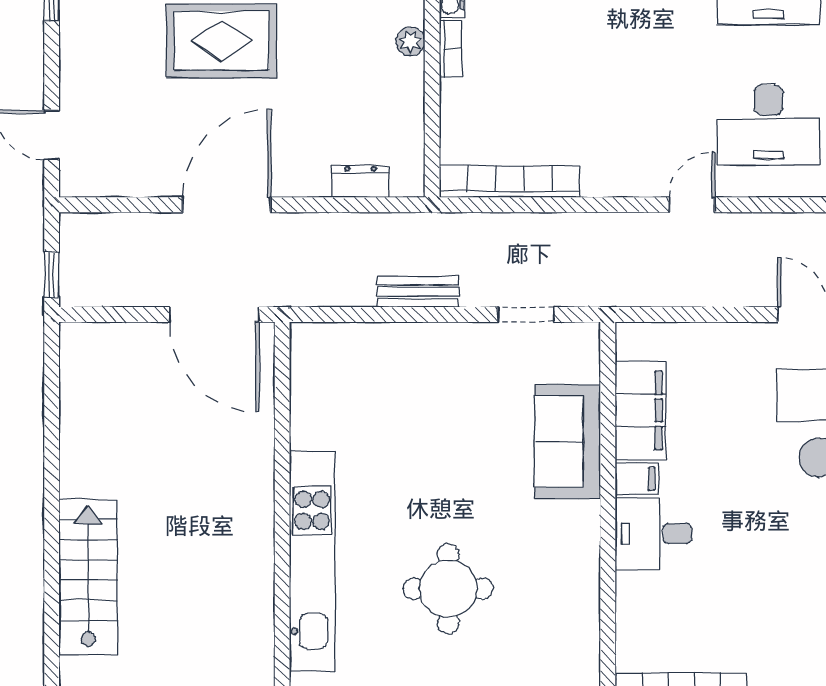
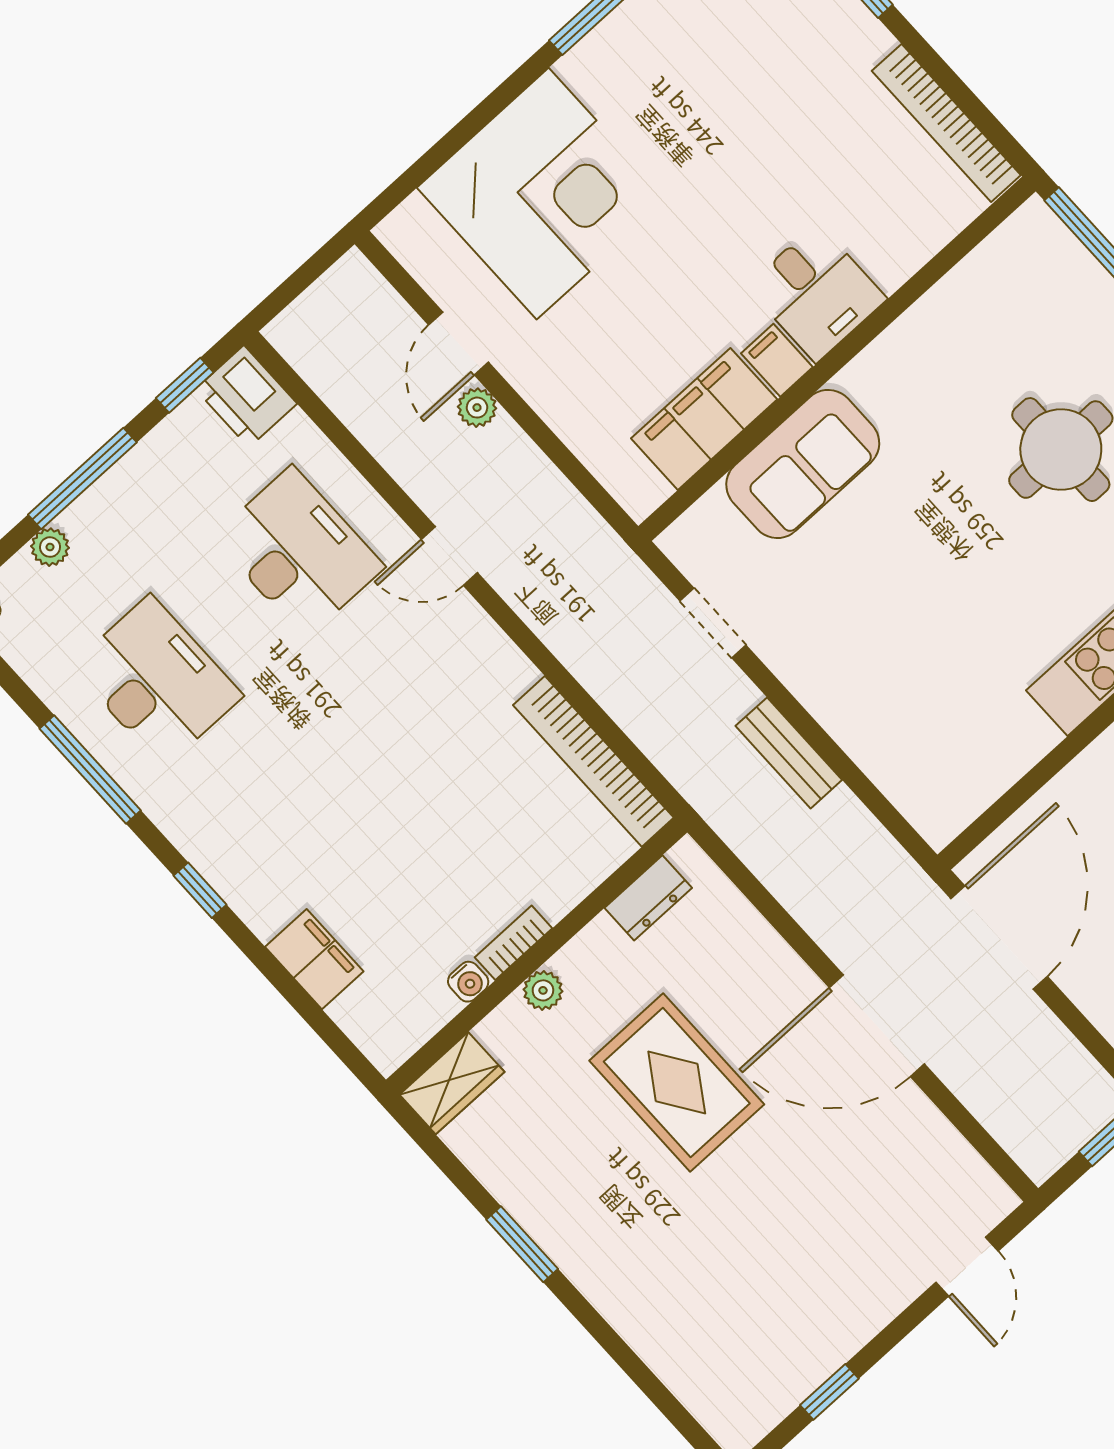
rug: (222, 41) -> (677, 1083), moved
dresser: (360, 181) -> (648, 898), moved, turned -90
plant: (759, 293) -> (477, 408), added

